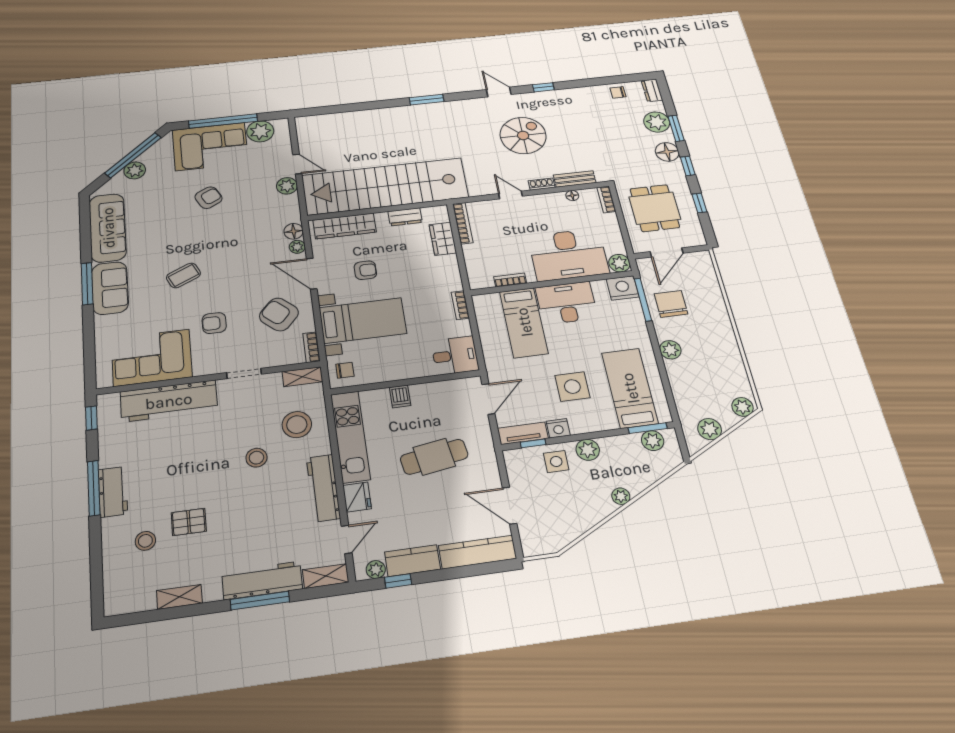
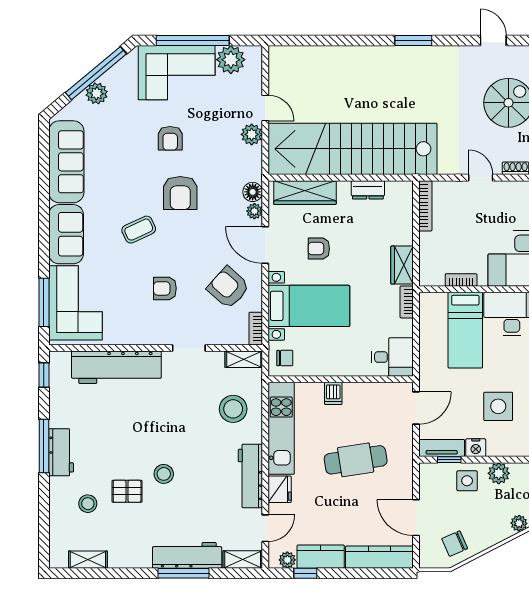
armchair: (208, 198) -> (170, 138), turned 117
wardrobe: (443, 239) -> (402, 265), moved
armchair: (222, 240) -> (180, 193), added
armchair: (365, 270) -> (319, 249), turned 180
window: (87, 284) -> (44, 302), moved
corner sofa: (152, 358) -> (75, 303), moved, turned 90
stool: (256, 458) -> (164, 474), moved
chair: (557, 526) -> (455, 544), added
shelving: (179, 597) -> (88, 560), moved

